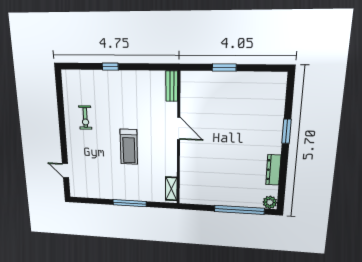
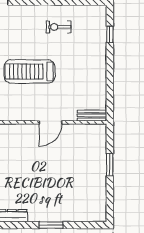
window: (110, 67) -> (110, 34), moved
treadmill: (129, 147) -> (30, 72), width x1.37, depth x1.38

